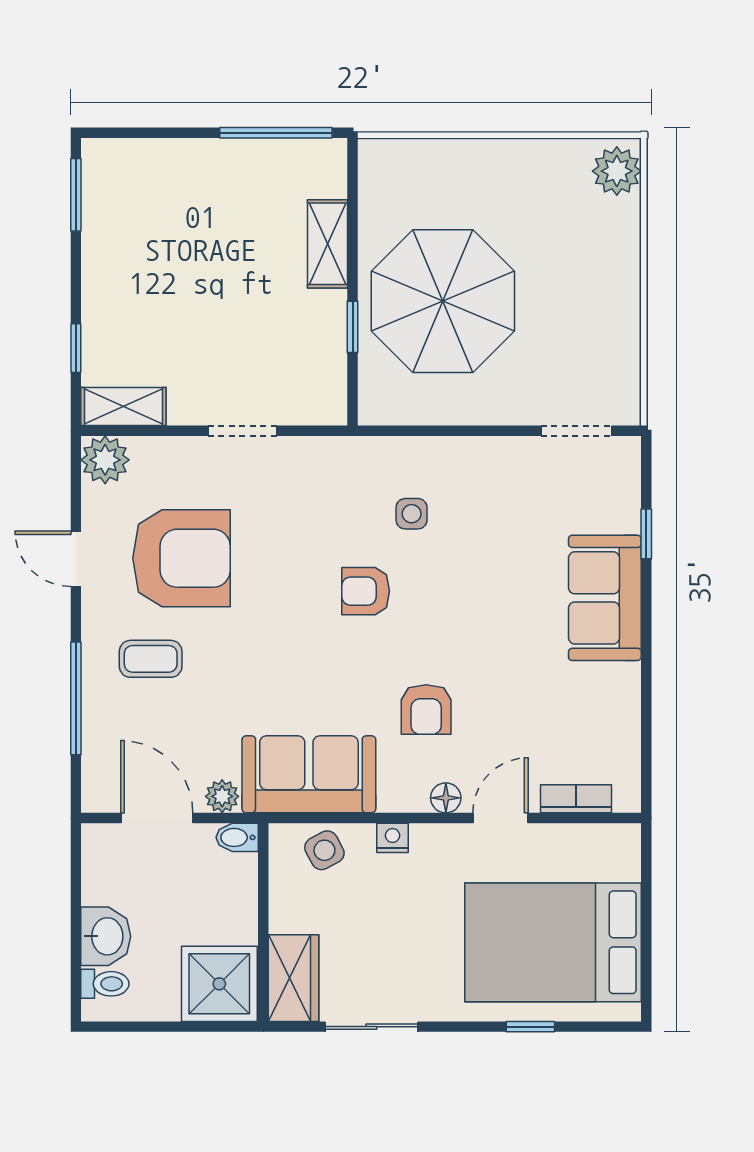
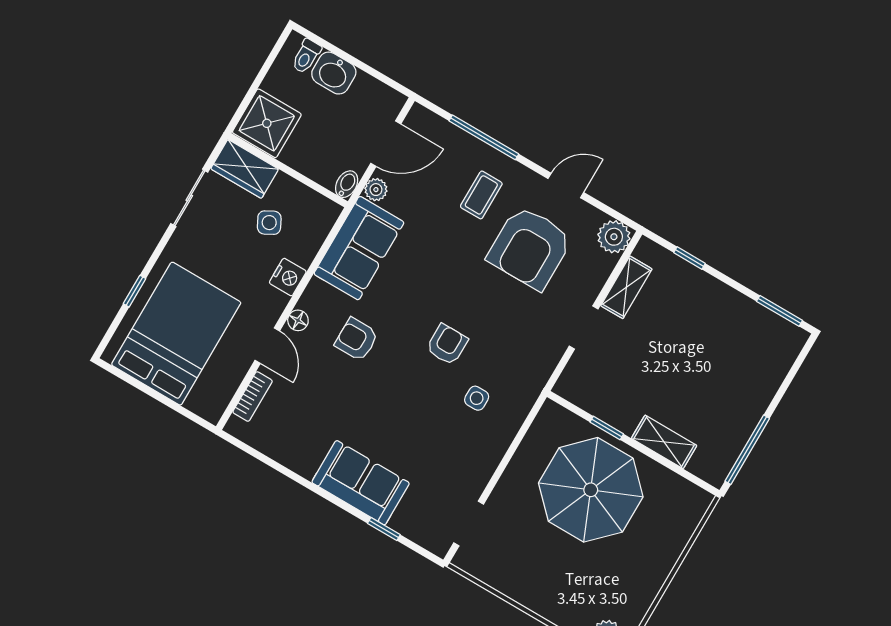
shelving: (123, 406) -> (626, 287), moved
nightstand: (393, 838) -> (288, 277), width x1.39, depth x1.35
side table: (324, 850) -> (269, 223), moved

